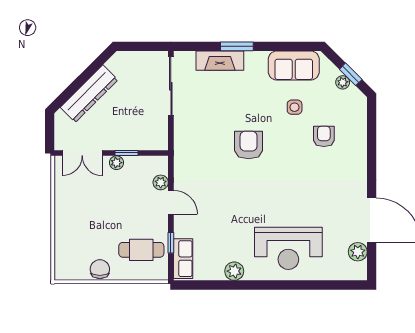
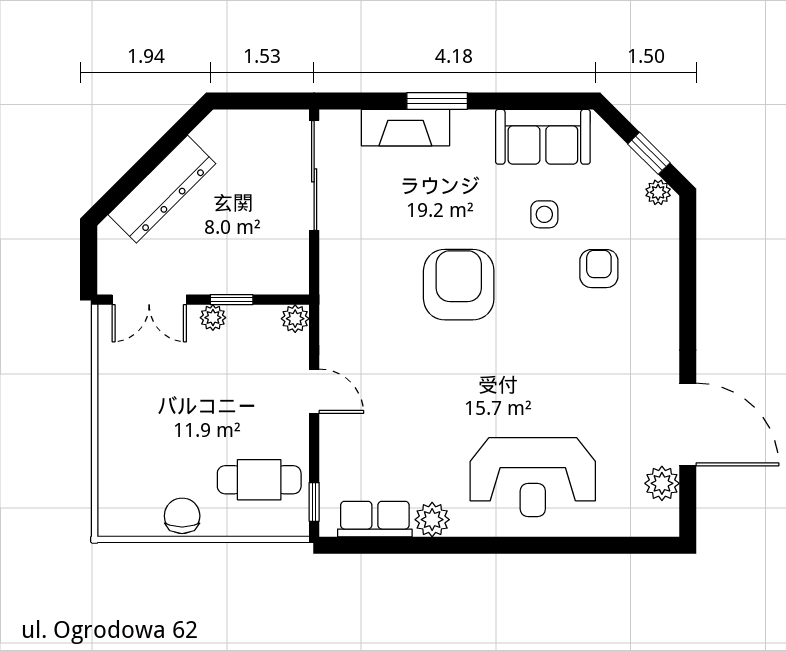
plant: (343, 82) -> (658, 192), moved
armchair: (249, 145) -> (459, 285), width x1.36, depth x1.36
plant: (161, 182) -> (295, 319), moved
window: (171, 243) -> (314, 502), moved
row of seats: (183, 259) -> (375, 519), moved, turned -90

